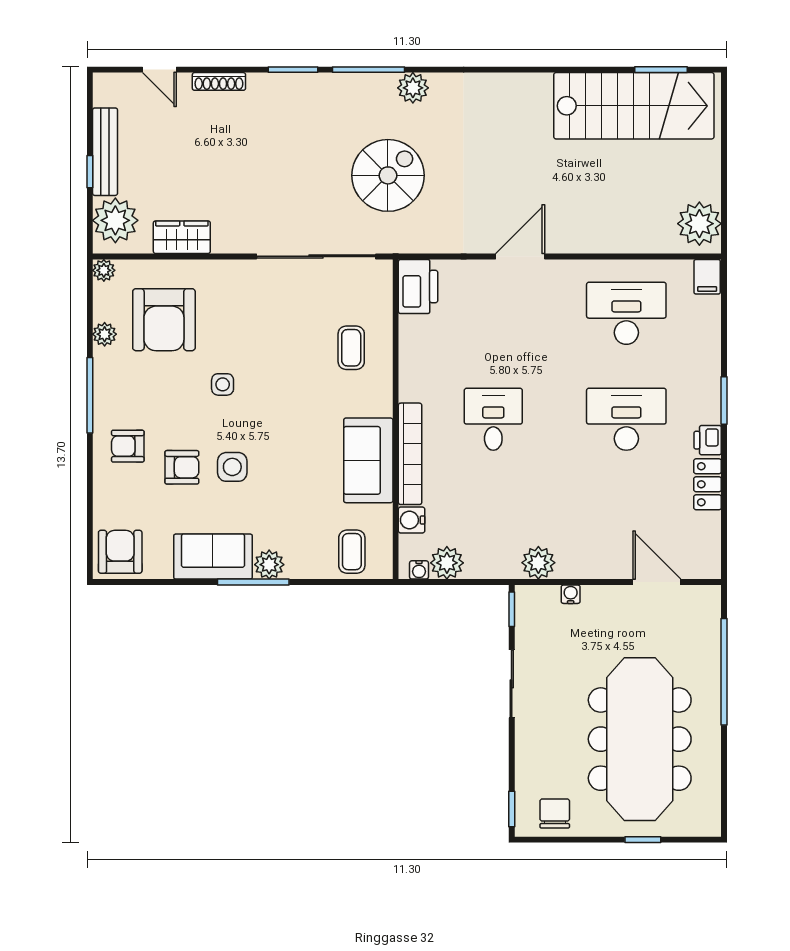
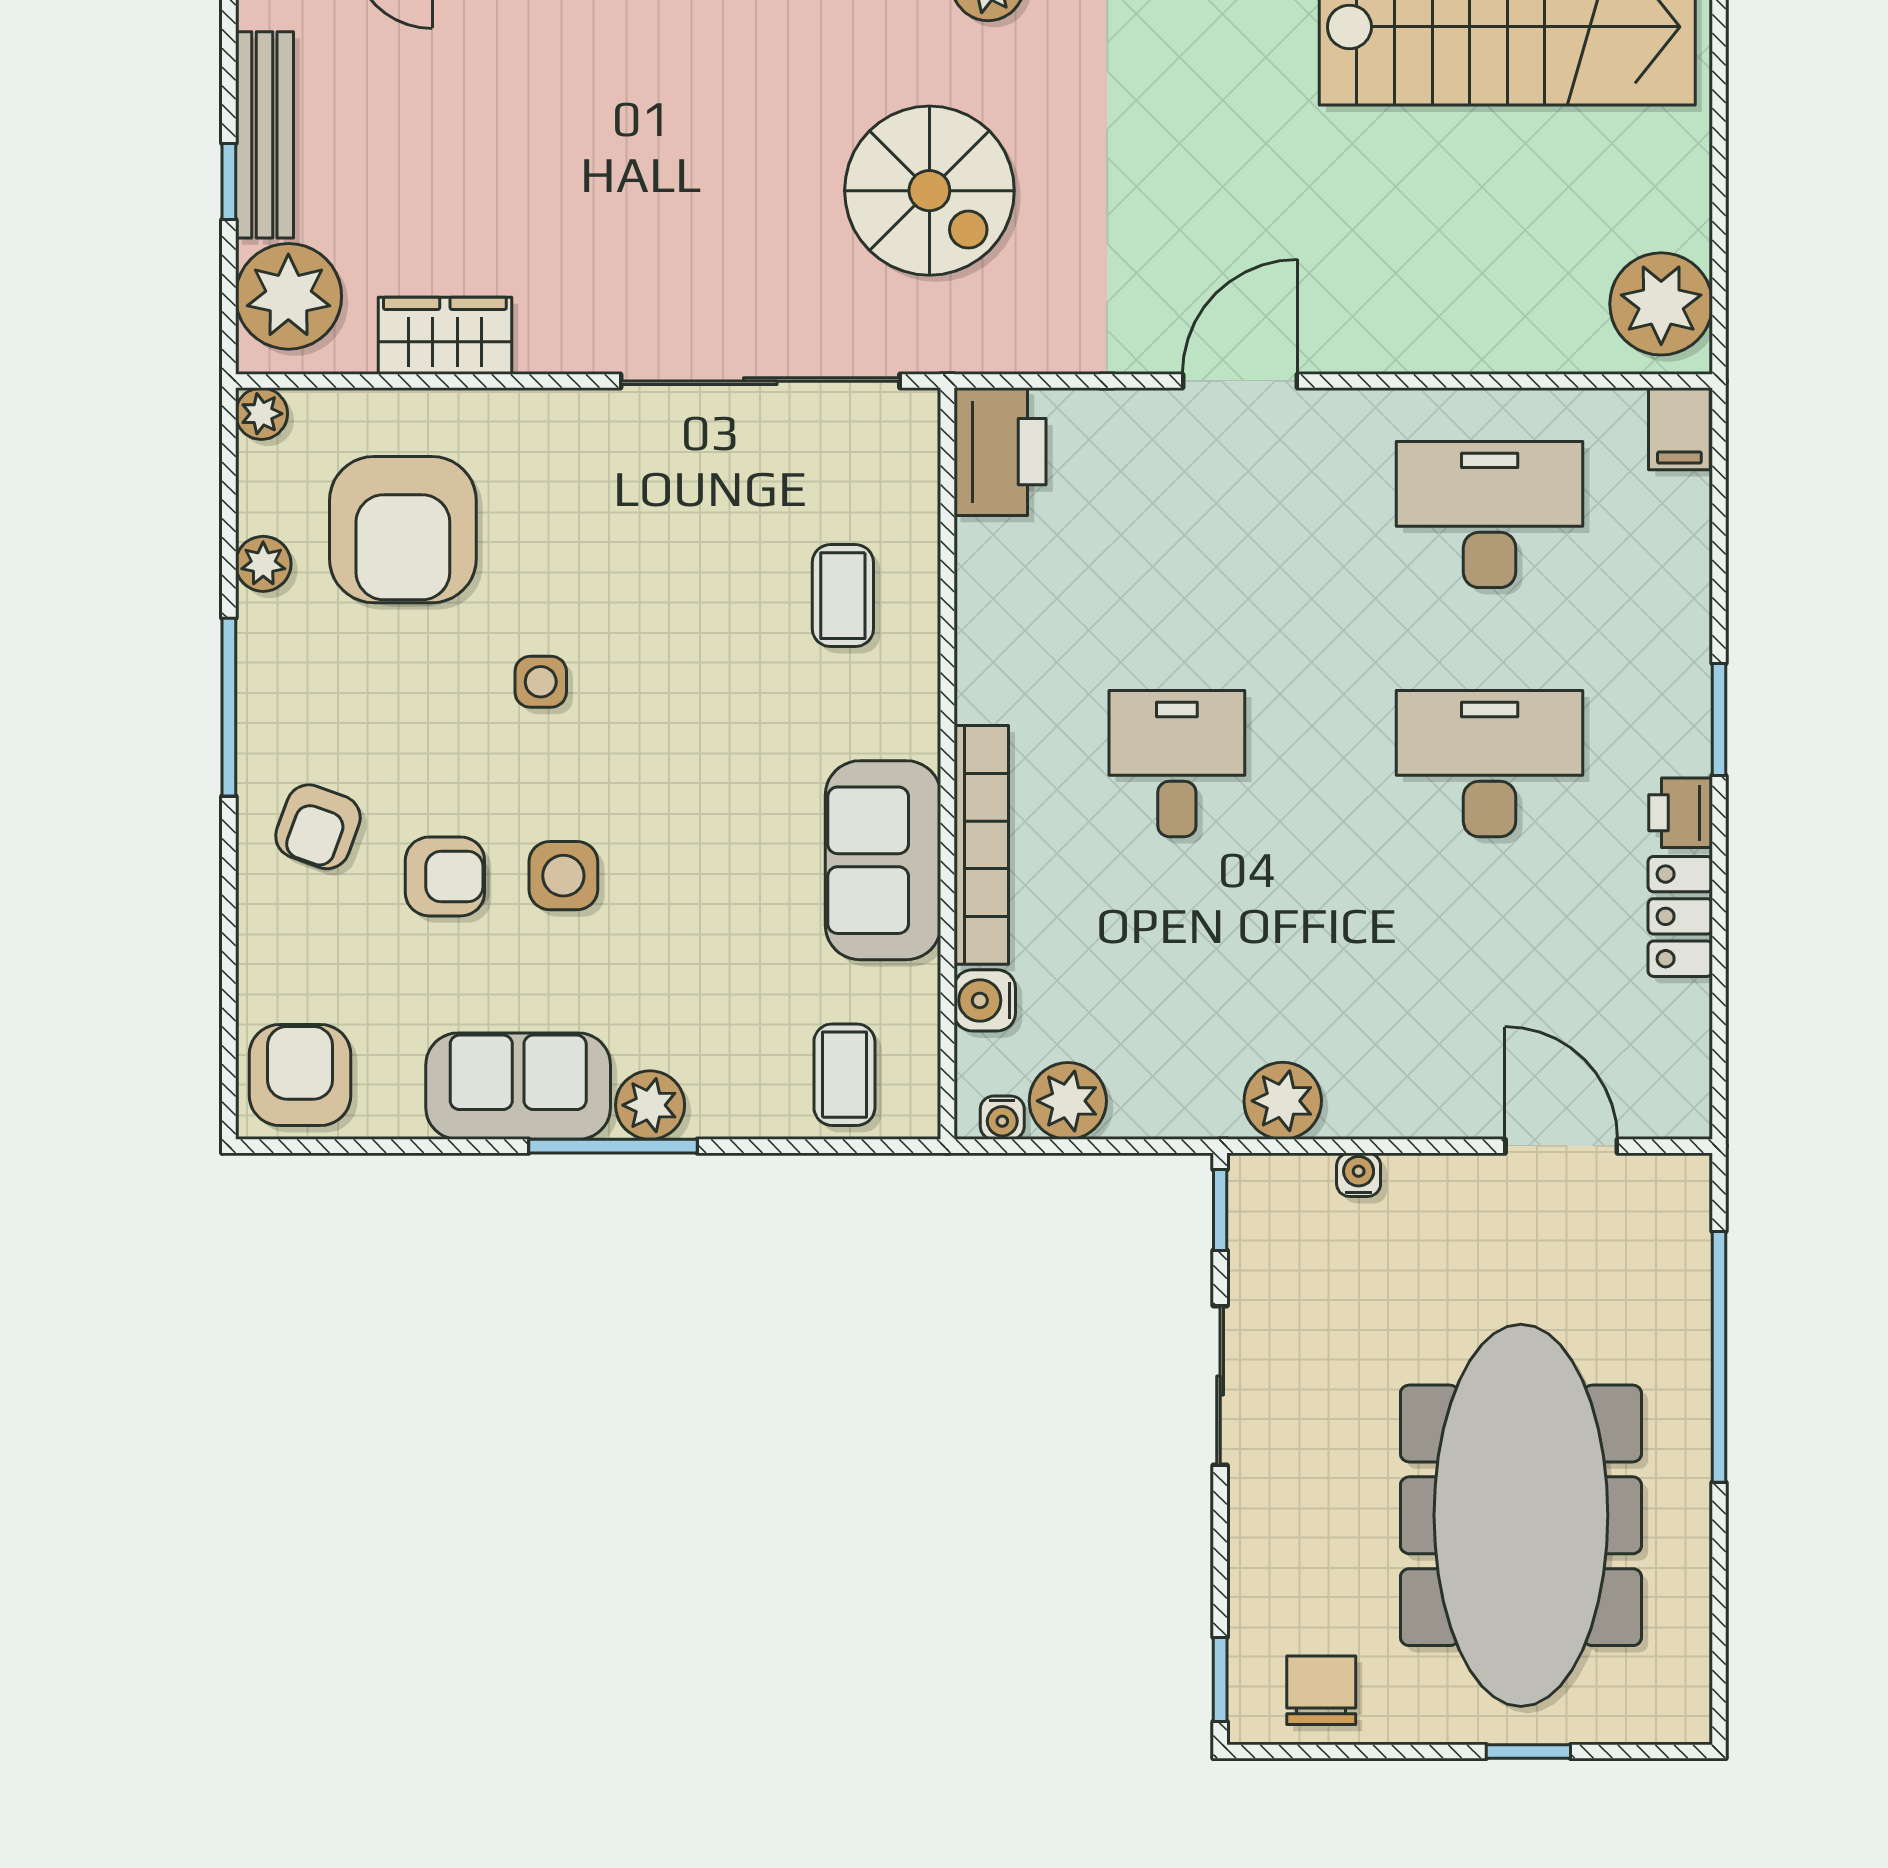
spiral stairs: (388, 175) -> (929, 191), turned 90
armchair: (128, 446) -> (318, 827), turned -70

